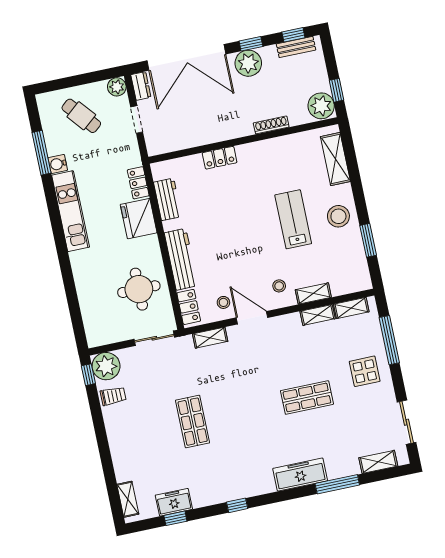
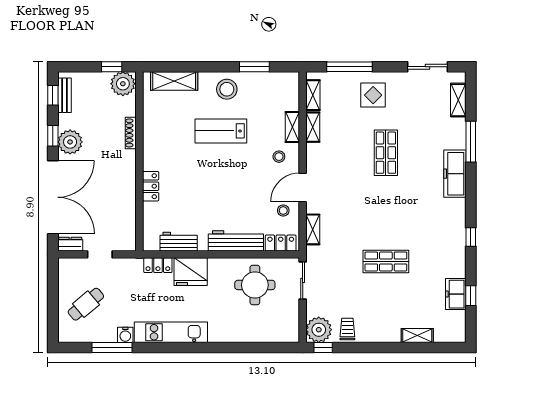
plant: (117, 87) -> (66, 266), removed
shelving: (128, 499) -> (417, 335), moved

